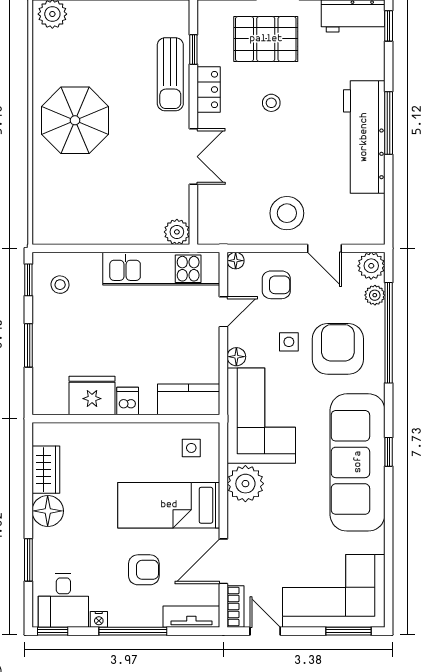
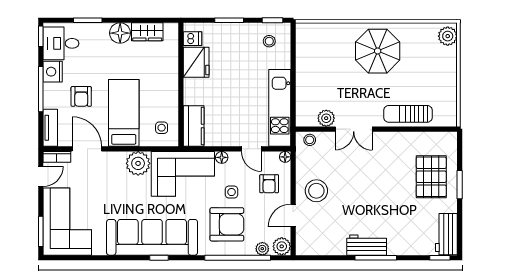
window: (193, 49) -> (424, 129), removed
locker: (209, 89) -> (398, 139), removed
stool: (271, 103) -> (310, 140), moved
workbench: (364, 137) -> (367, 245), width x0.53, depth x0.76
plant: (177, 232) -> (326, 118), moved
dishwasher: (128, 401) -> (193, 39), moved
nightstand: (99, 619) -> (53, 72), width x1.89, depth x1.79

